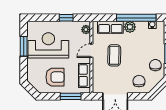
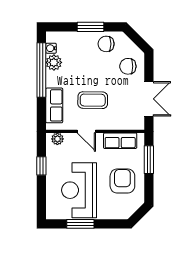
plant: (130, 27) -> (54, 62), moved

